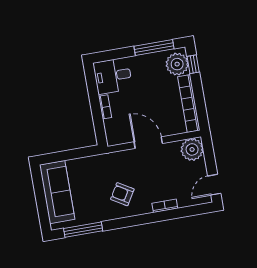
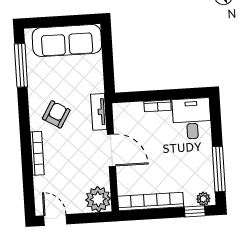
plant: (177, 64) -> (203, 199), width x0.53, depth x0.53
door: (148, 143) -> (111, 150), hinge flipped
tv unit: (116, 157) -> (99, 112), added
bookcase: (165, 206) -> (37, 153), width x1.56

